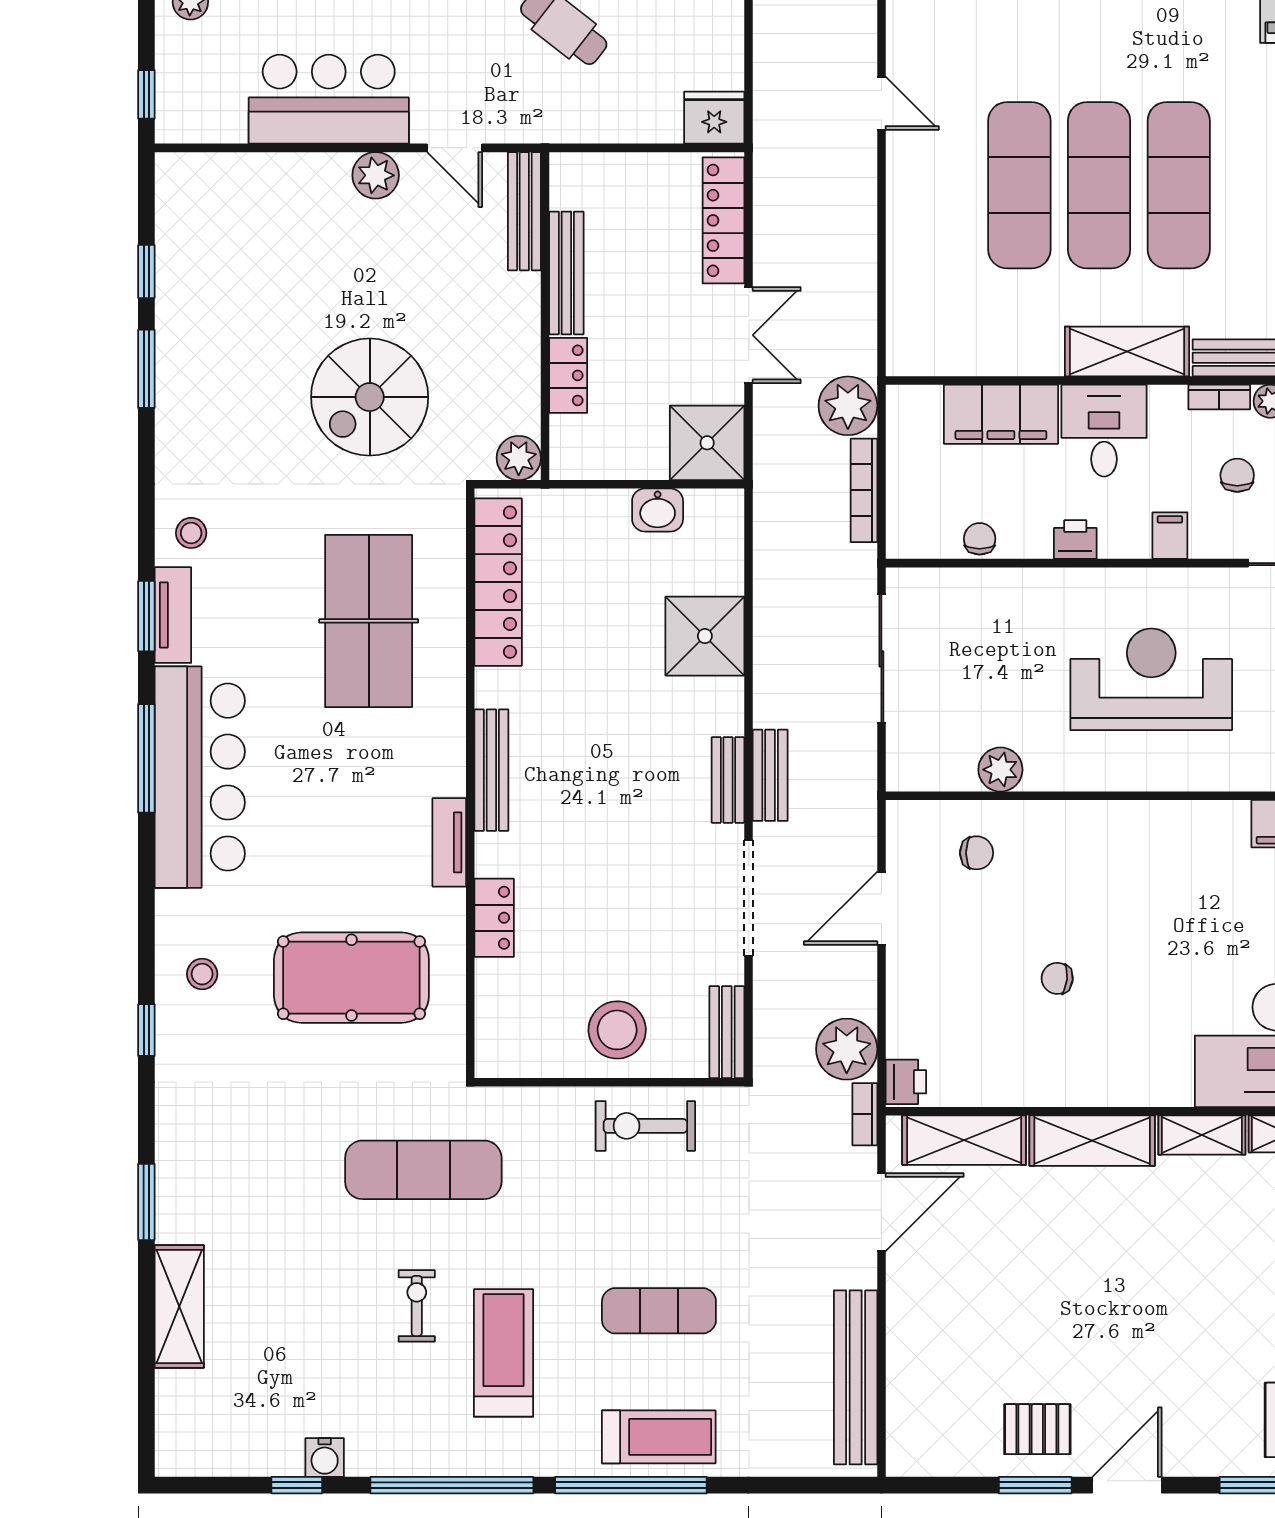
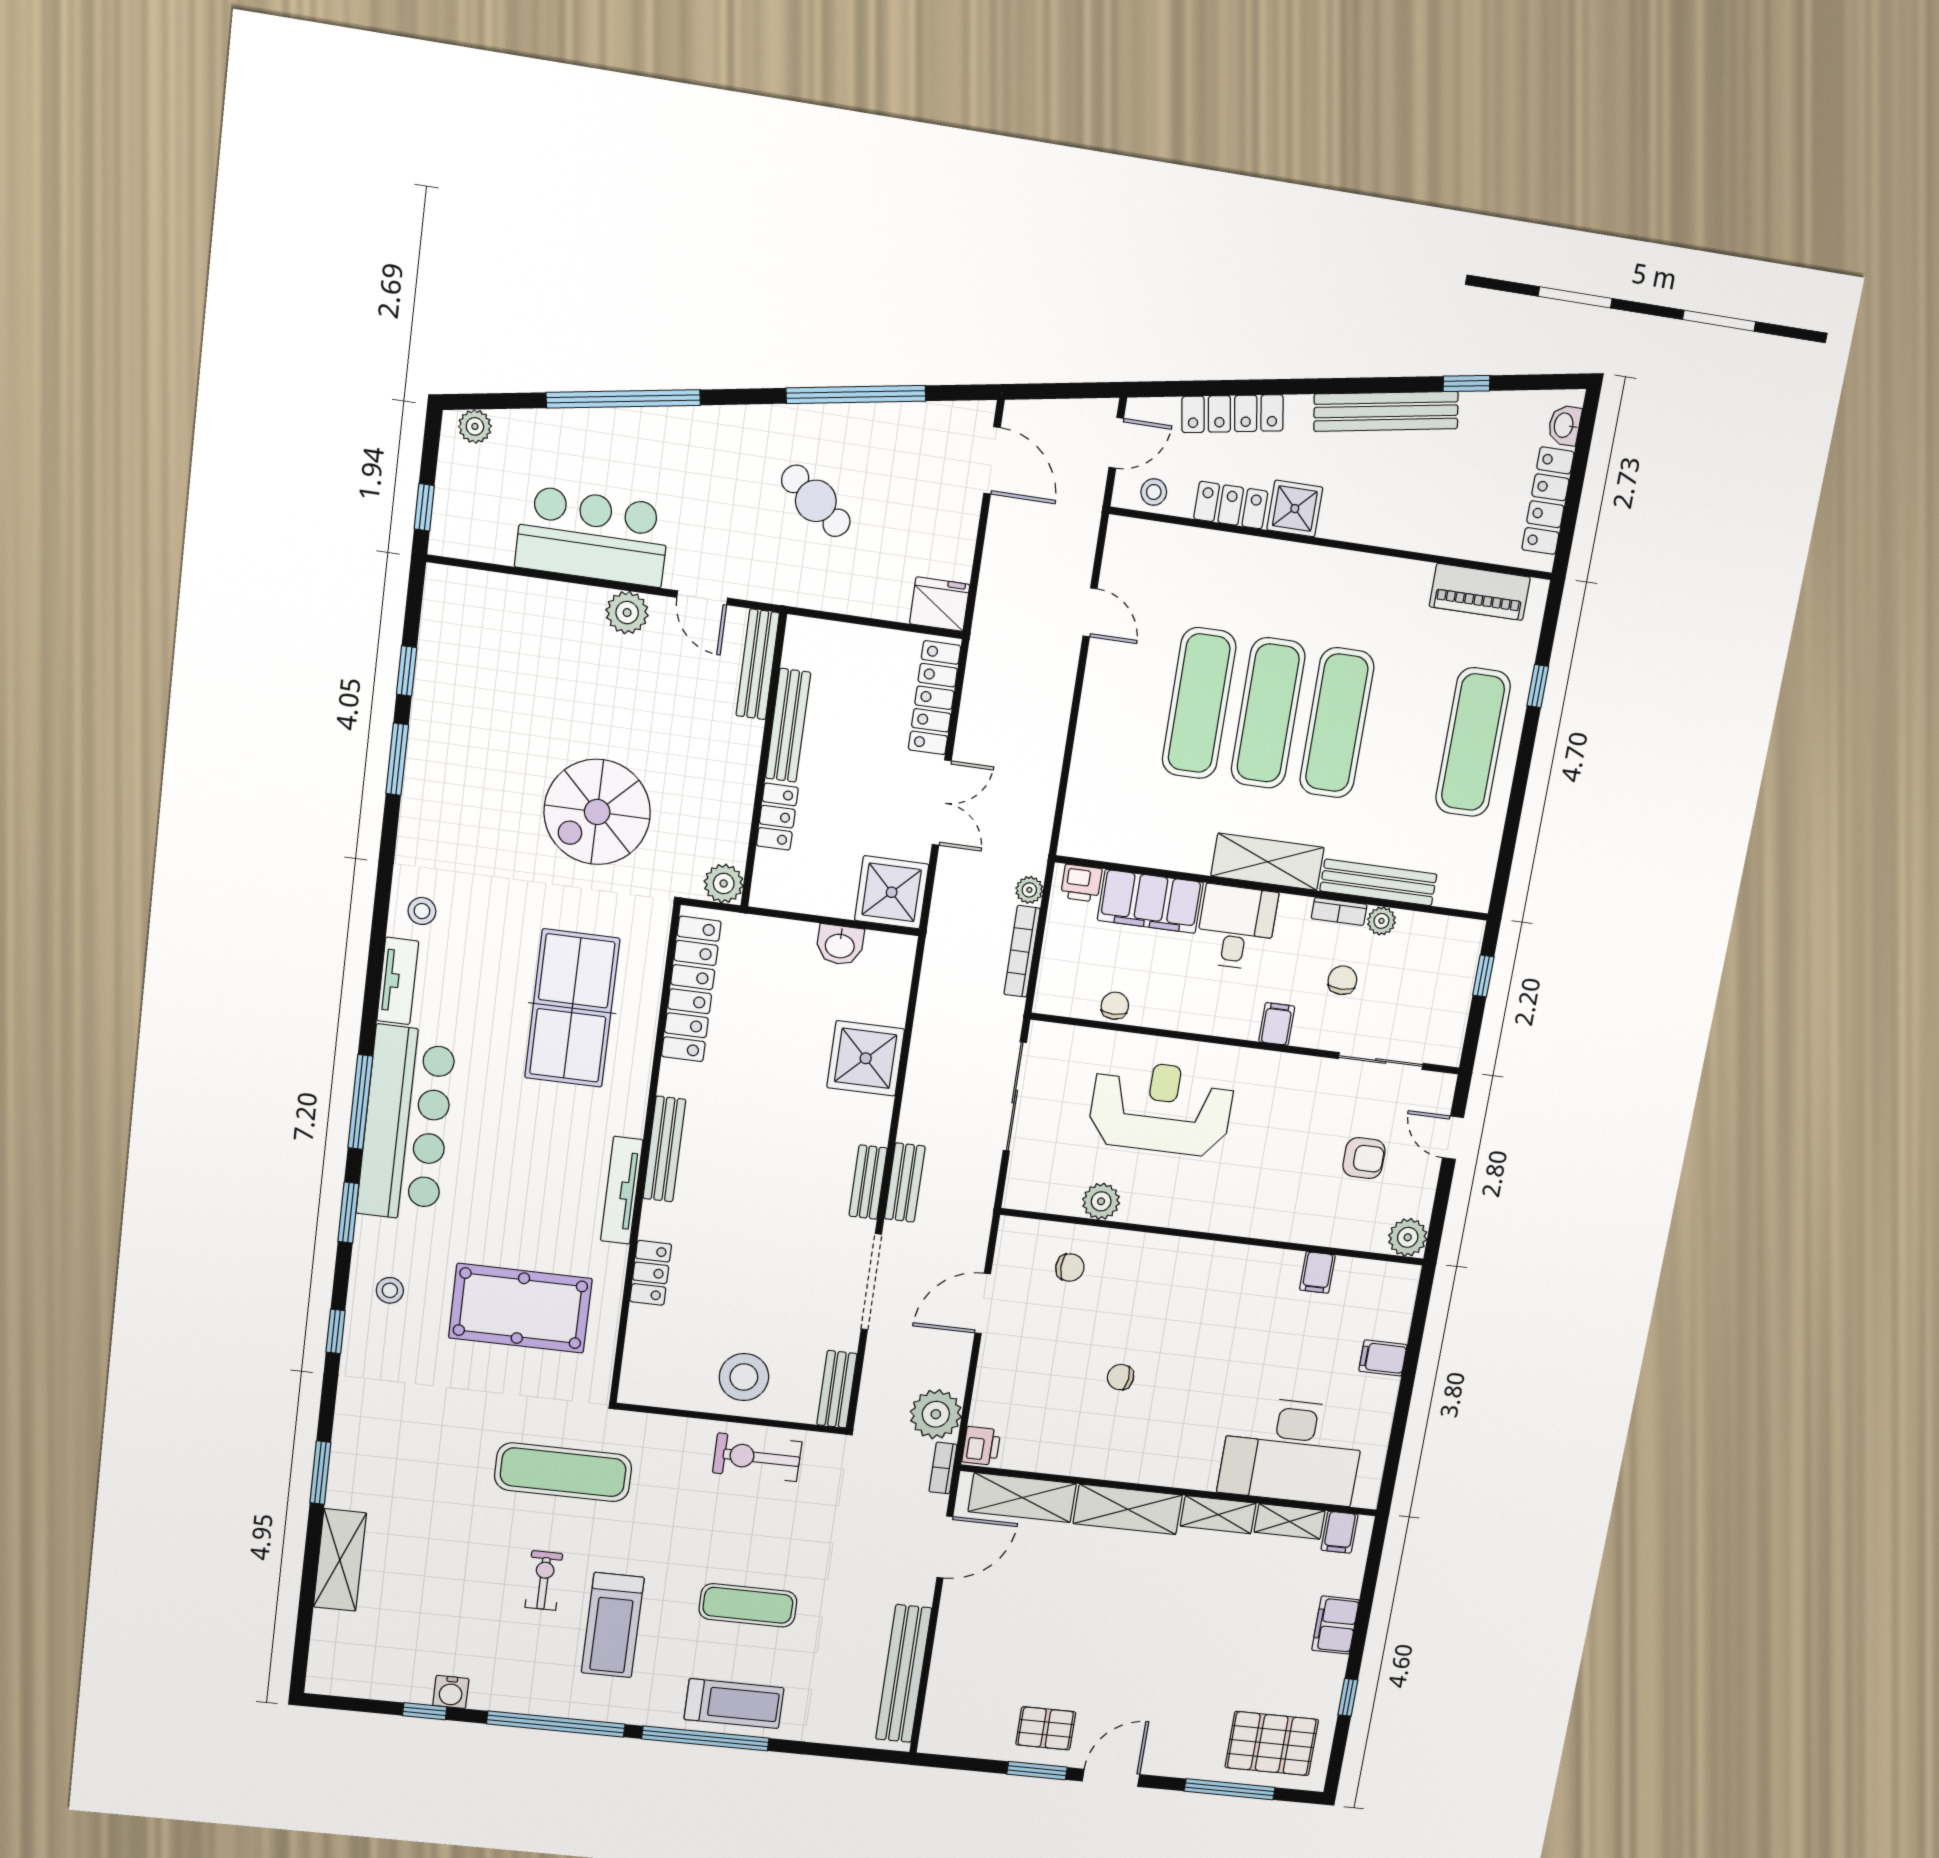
plant: (848, 406) -> (1029, 890), width x0.53, depth x0.53
printer: (1075, 540) -> (1081, 883), moved, turned 180
window: (146, 616) -> (348, 1213), moved
reception desk: (1151, 679) -> (1161, 1108), moved
tv unit: (449, 842) -> (622, 1190), width x1.41
treadmill: (504, 1353) -> (613, 1625), turned 180

